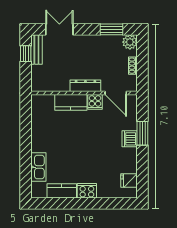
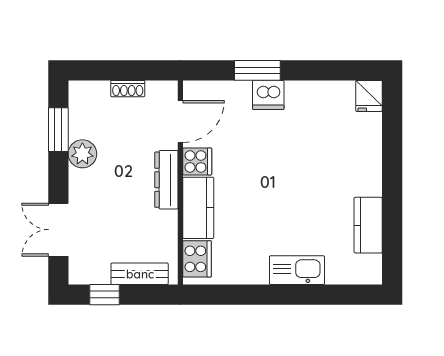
plant: (130, 42) -> (82, 154), moved
bench: (36, 49) -> (140, 274), moved
kitchen sink: (38, 167) -> (297, 270), moved
fridge: (129, 181) -> (369, 96), moved
cooker: (87, 191) -> (197, 259), moved, turned 180

